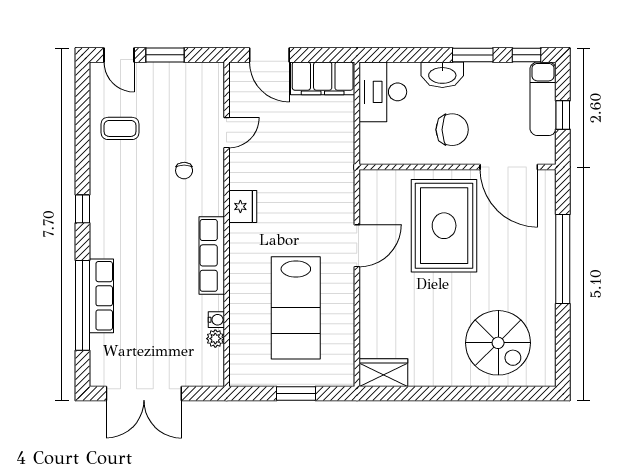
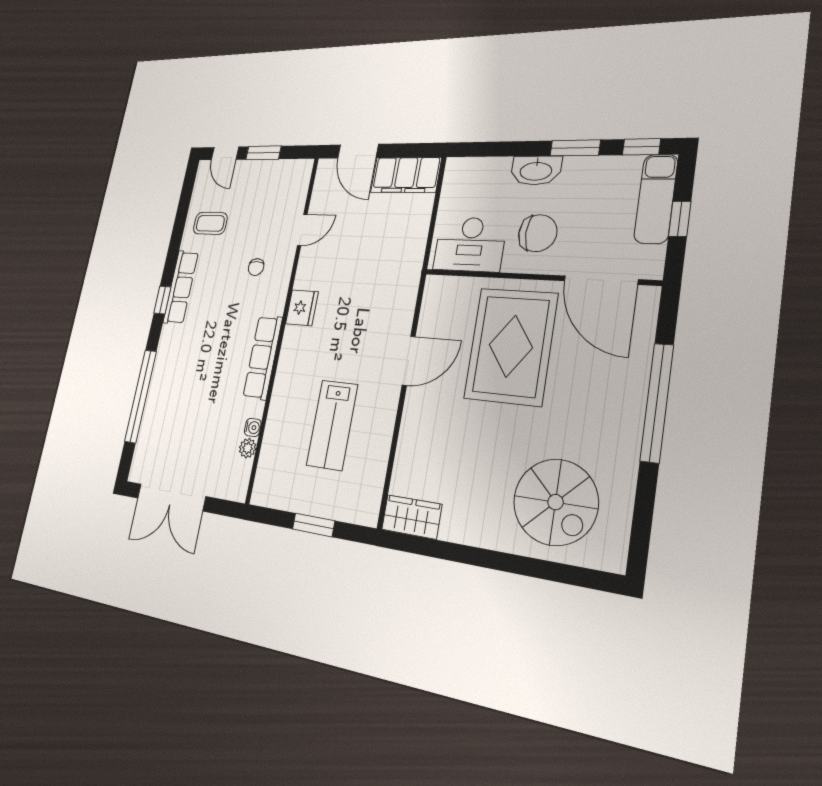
desk: (383, 92) -> (470, 244), moved, turned -90
row of seats: (101, 296) -> (181, 287), moved
lab bench: (296, 308) -> (332, 425), width x0.73, depth x0.72

